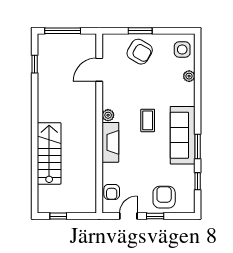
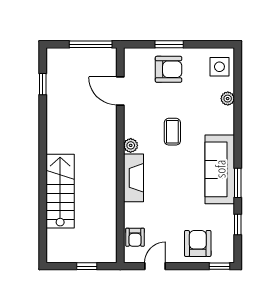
window: (63, 31) -> (91, 44), moved
armchair: (140, 52) -> (168, 69), turned -30
door: (99, 70) -> (120, 91), hinge flipped
coffee table: (148, 120) -> (172, 132), moved
window: (58, 216) -> (87, 266), moved
window: (155, 216) -> (220, 266), moved

